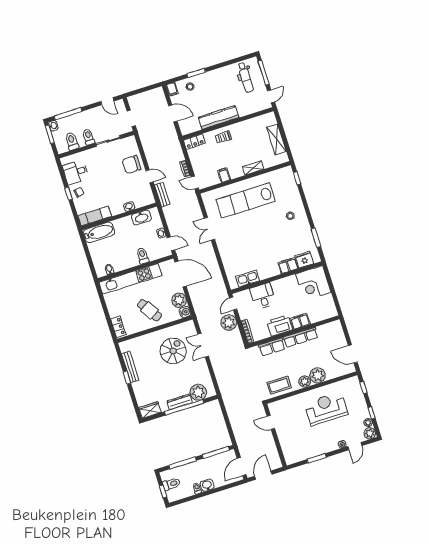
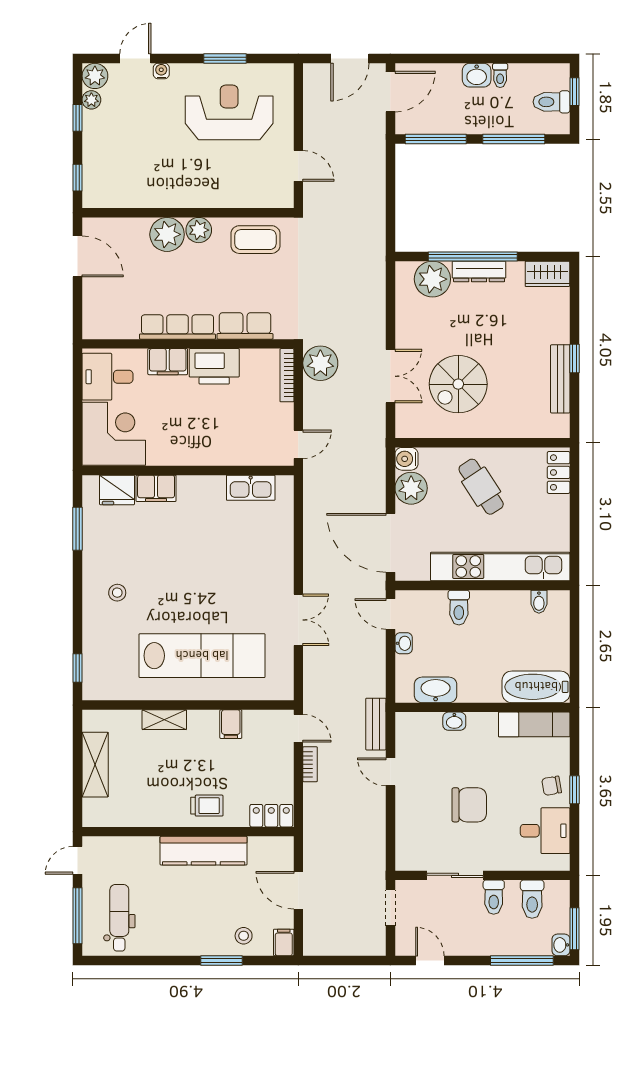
chair: (132, 164) -> (469, 805), moved
desk: (263, 296) -> (107, 377), moved, turned 90
plant: (229, 323) -> (320, 363), moved
reception desk: (326, 409) -> (229, 112), moved, turned 180

